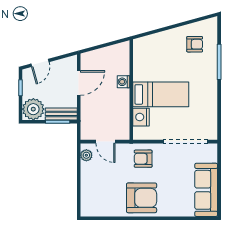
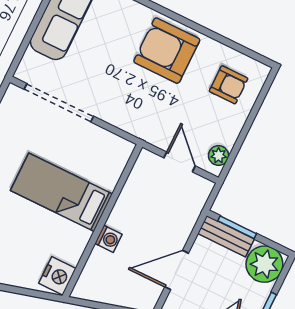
nightstand: (141, 117) -> (57, 276), moved
armchair: (143, 159) -> (229, 85), moved

